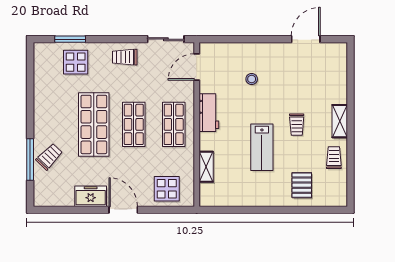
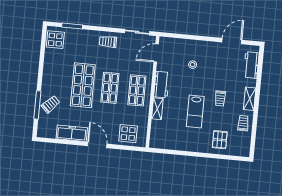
display table: (76, 62) -> (55, 40), moved
workbench: (337, 71) -> (251, 65), added
shelving: (206, 167) -> (157, 109), moved
freezer: (91, 196) -> (72, 133), width x1.40

